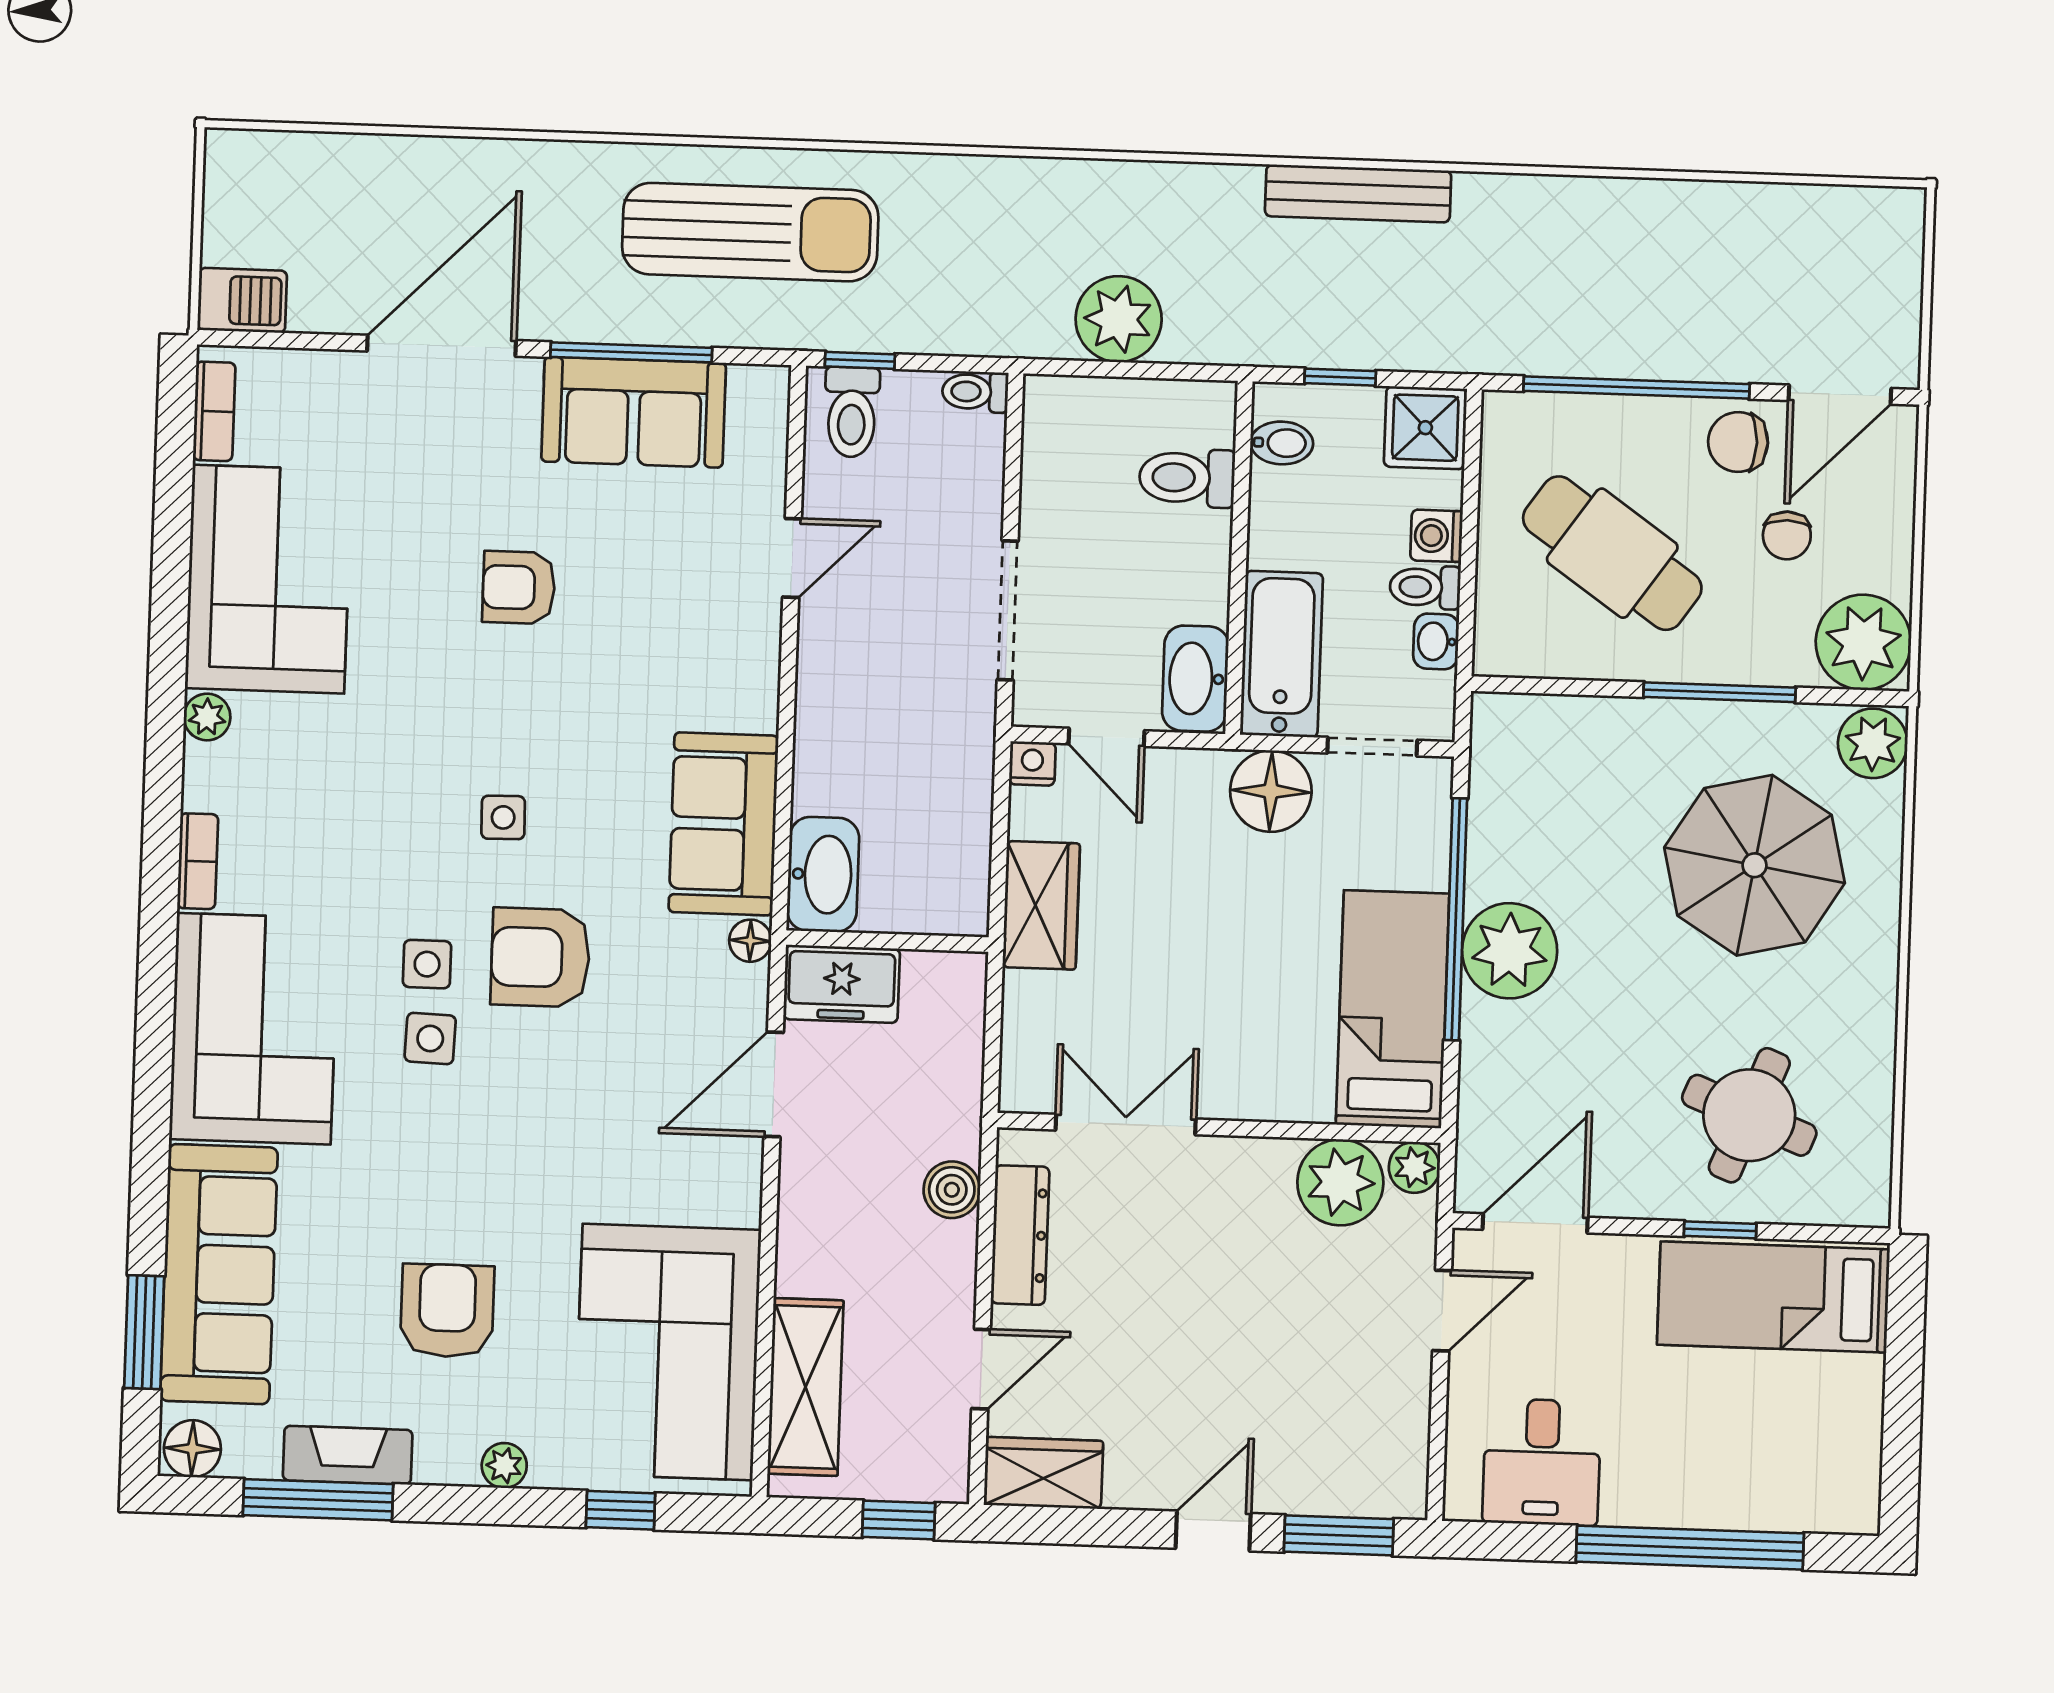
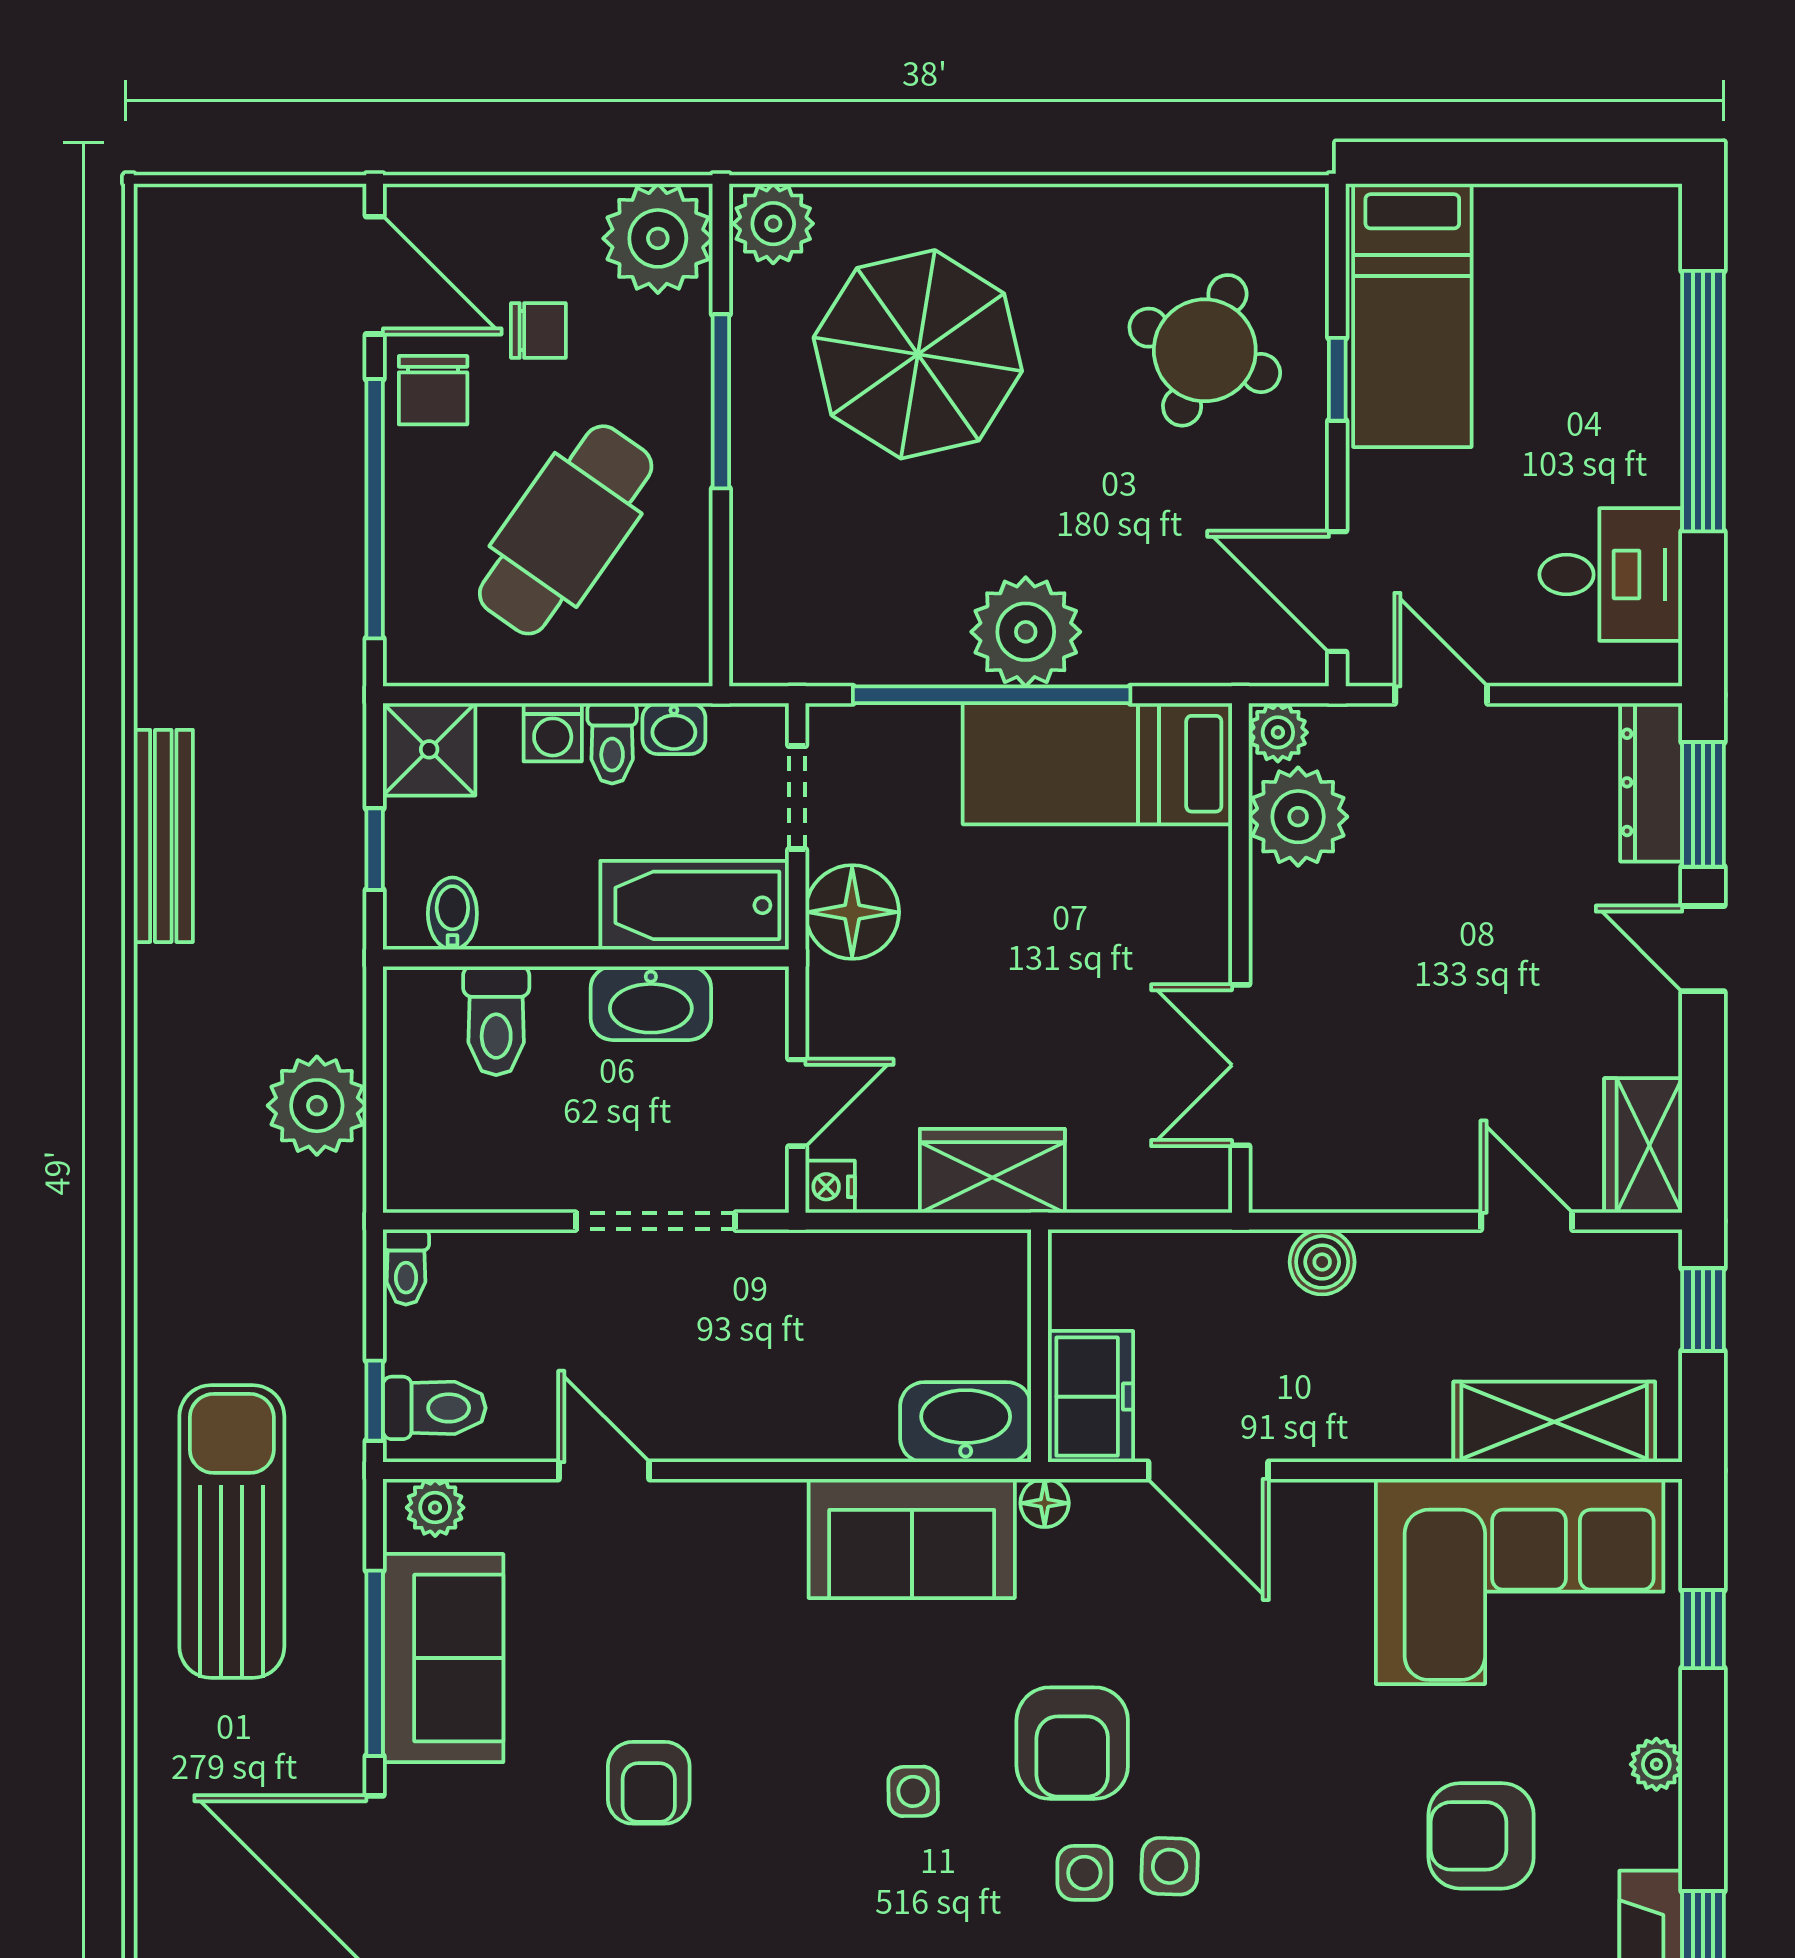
plant: (765, 410) -> (435, 1508), added
washbasin: (1195, 679) -> (651, 1003), moved
dresser: (1020, 1235) -> (1651, 782), moved, turned -90

